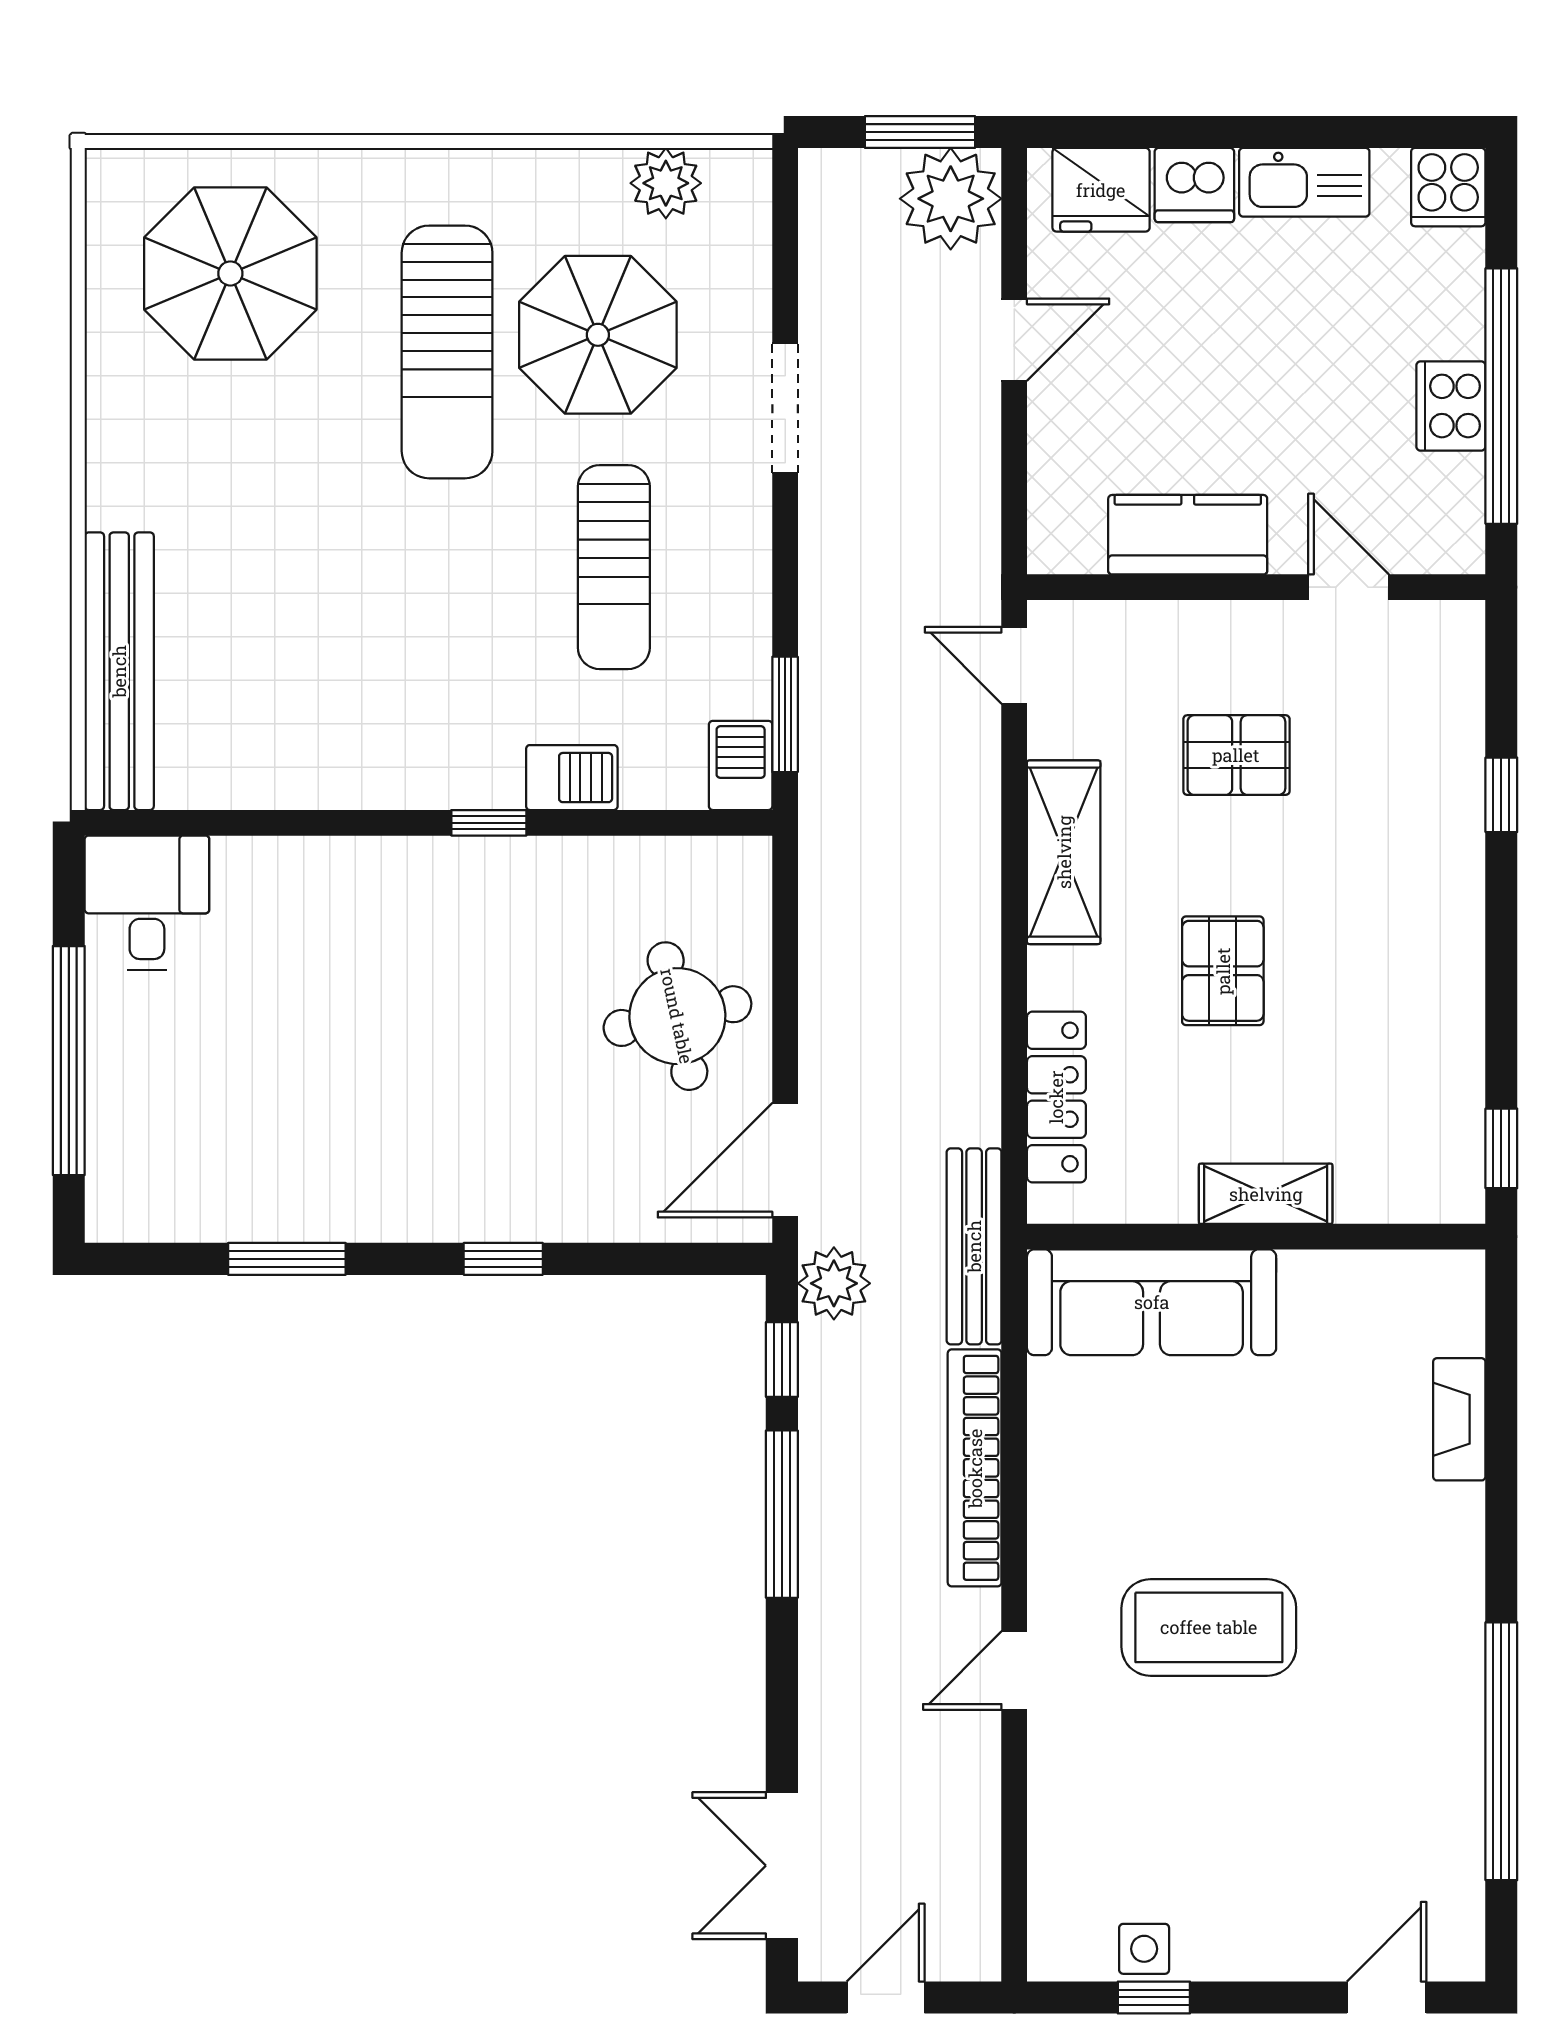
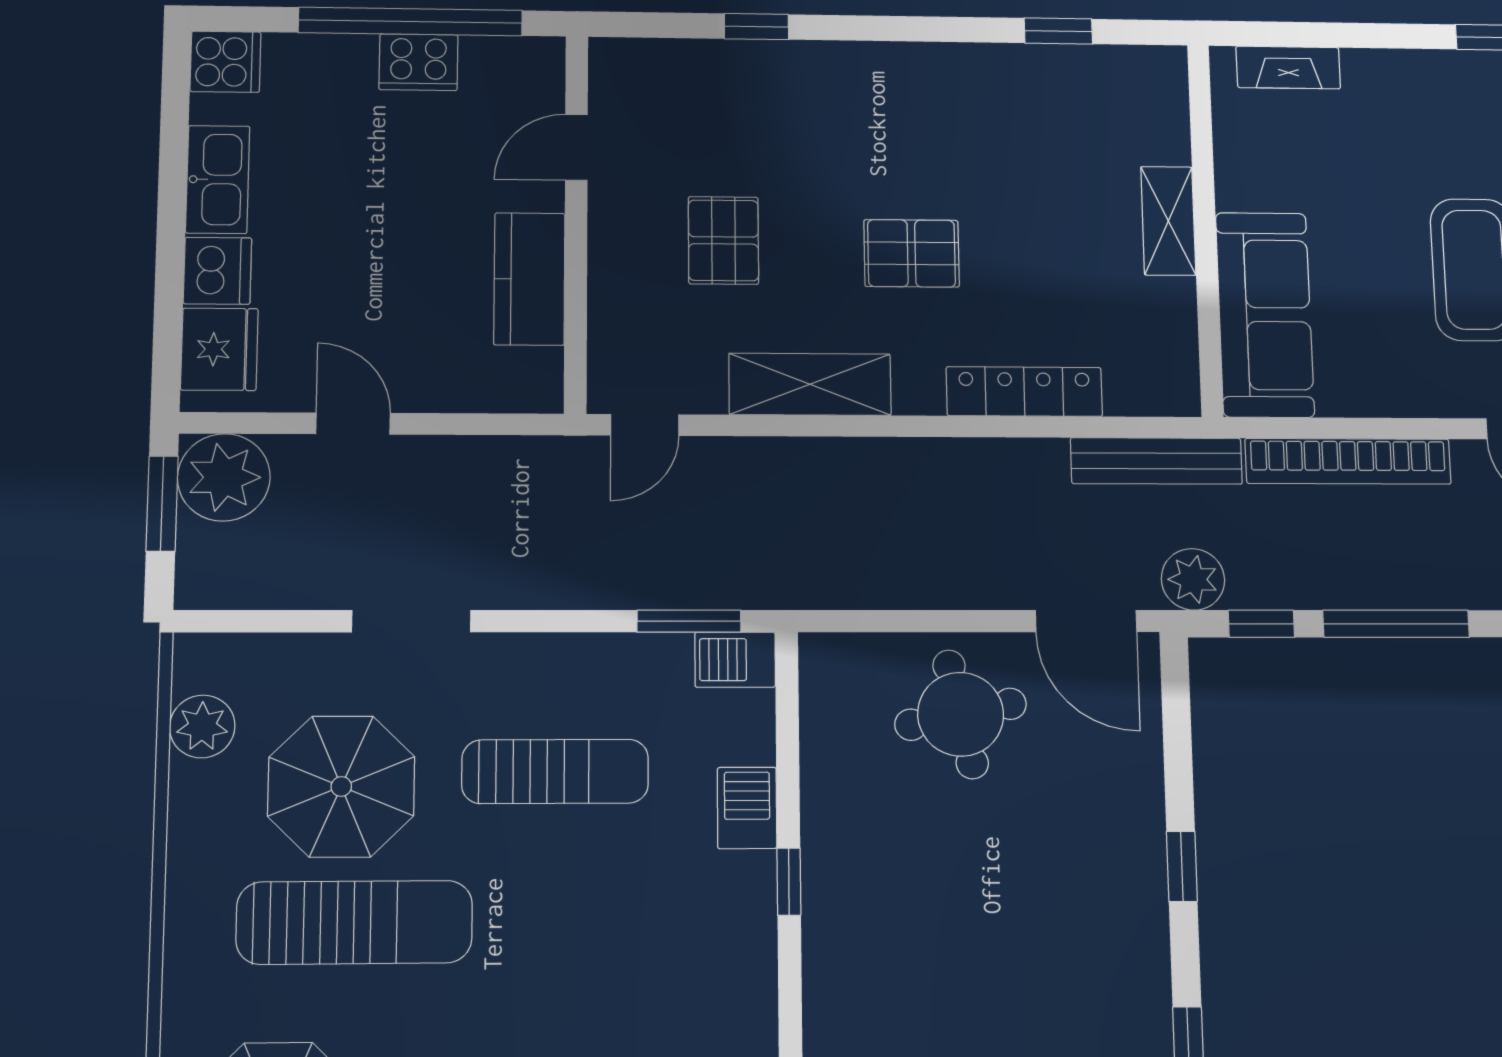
shelving: (1266, 1194) -> (1168, 221), moved
wall: (1256, 1237) -> (1205, 229), moved
sofa: (1152, 1302) -> (1265, 315), moved

